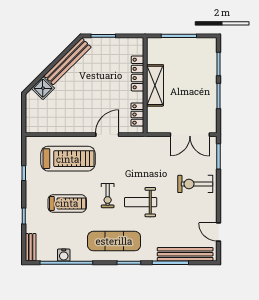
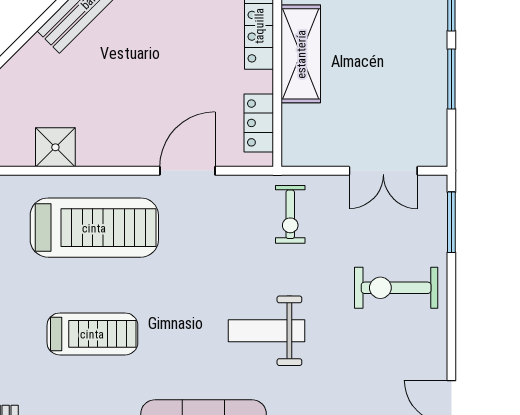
shower: (43, 88) -> (55, 147), moved, turned 45
double door: (190, 135) -> (383, 171), width x0.73
exercise bike: (108, 196) -> (290, 214), moved

